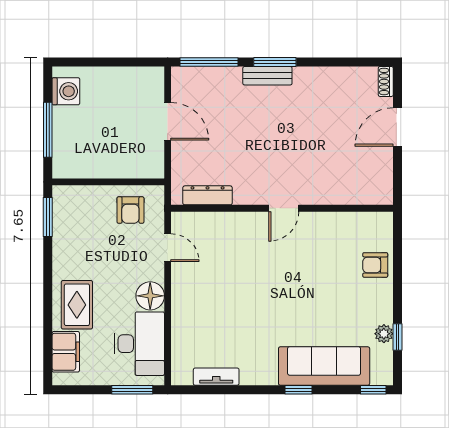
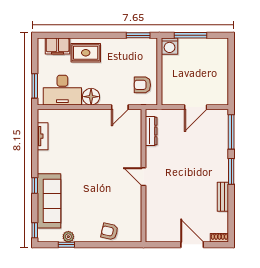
bench: (267, 76) -> (223, 197), moved
washing machine: (66, 91) -> (170, 46), moved
armchair: (375, 265) -> (110, 231), turned -77

